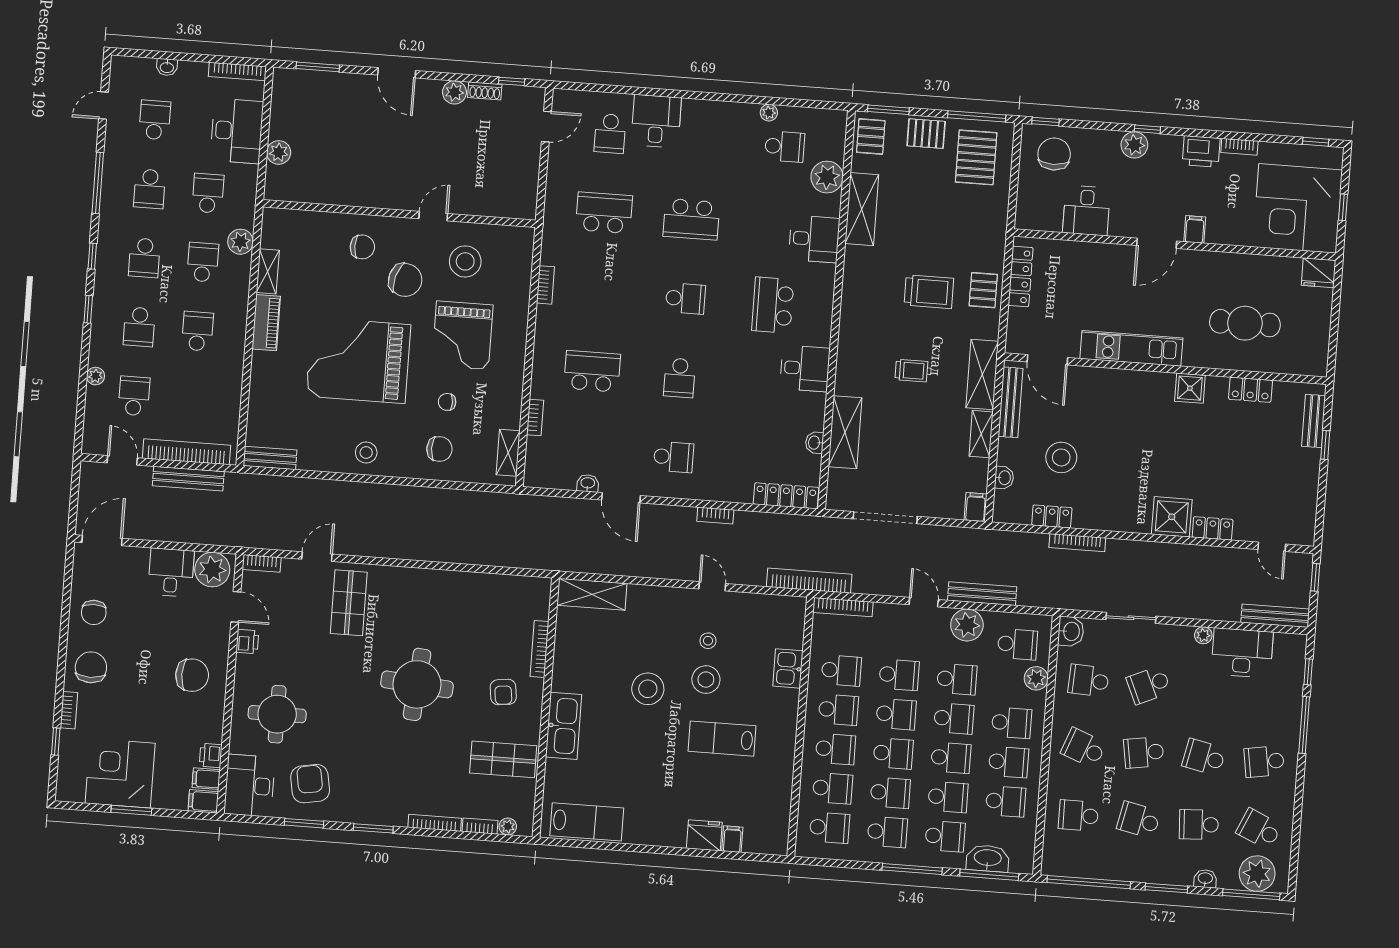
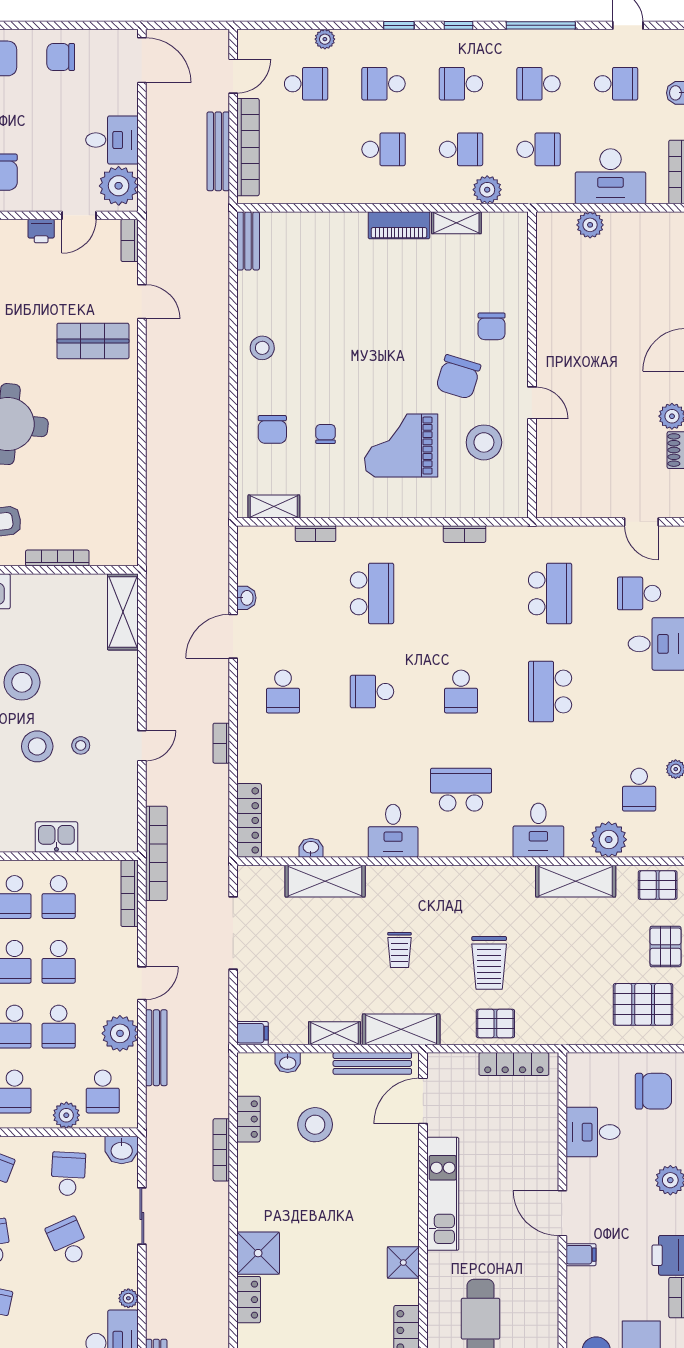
grand piano: (358, 361) -> (364, 331), removed

